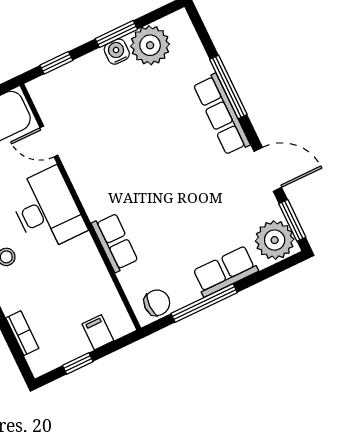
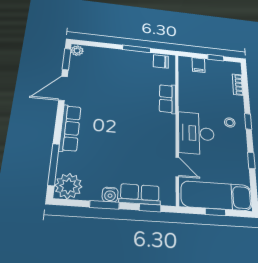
plant: (150, 45) -> (68, 186), moved
window: (228, 87) -> (54, 164), moved
door: (268, 169) -> (63, 88), hinge flipped
plant: (275, 240) -> (77, 51), width x0.53, depth x0.53
row of seats: (225, 271) -> (140, 194), moved, turned 180
window: (204, 303) -> (137, 49), width x0.69

